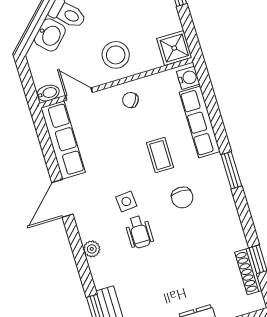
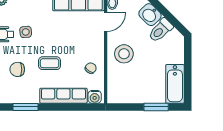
shower: (174, 48) -> (117, 94), removed
chair: (130, 100) -> (91, 68), moved

